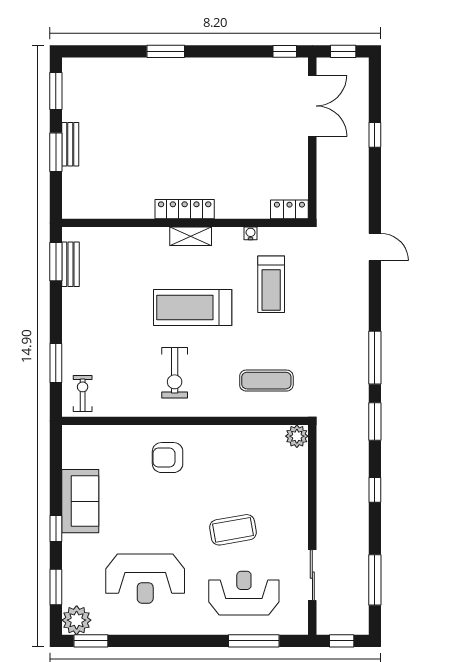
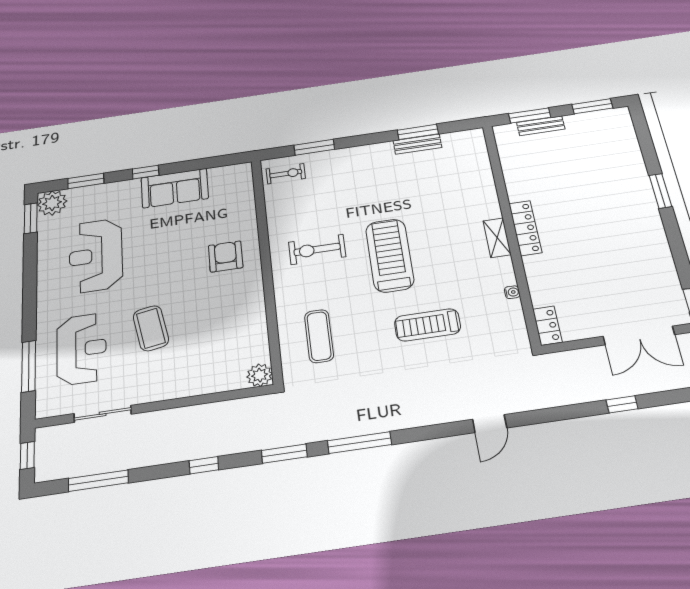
locker: (185, 209) -> (525, 228), moved
locker: (289, 209) -> (547, 326), moved
wall: (185, 223) -> (510, 231), moved
water cooler: (251, 233) -> (512, 292), moved
shelving: (191, 236) -> (497, 238), moved

